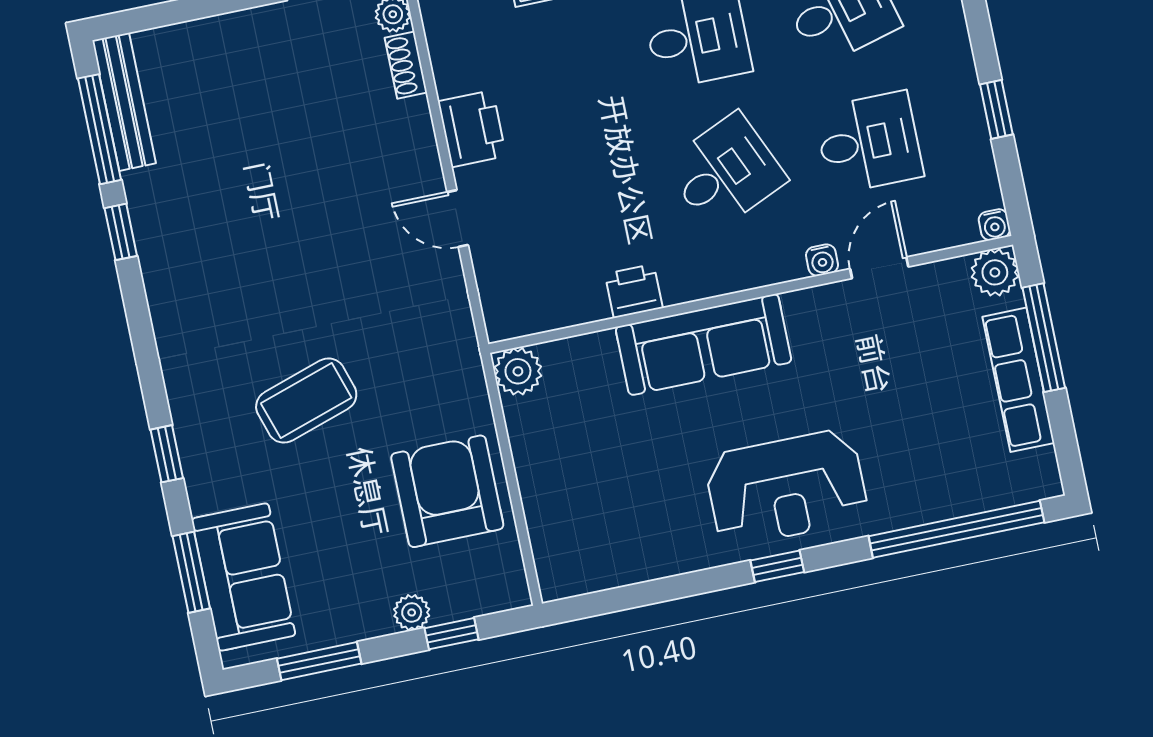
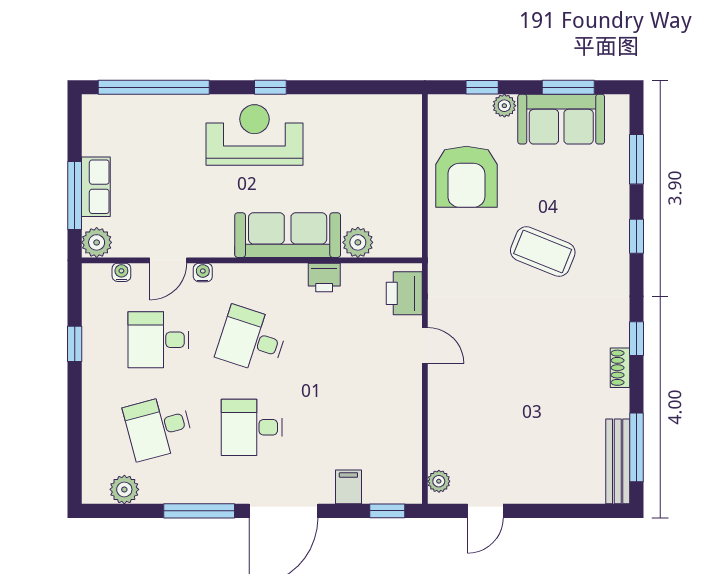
shoe rack: (406, 65) -> (620, 368), moved, turned 180
printer: (472, 129) -> (404, 293), moved
desk: (725, 172) -> (252, 340), turned 42
water cooler: (994, 225) -> (121, 272), moved
window: (121, 232) -> (637, 339), moved
plant: (518, 371) -> (358, 242), moved
row of seats: (1018, 380) -> (96, 187), width x0.68
coffee table: (306, 401) -> (543, 252), turned 40
sofa: (243, 577) -> (561, 119), moved, turned -90

